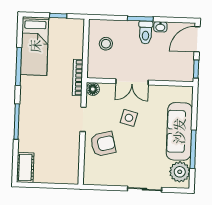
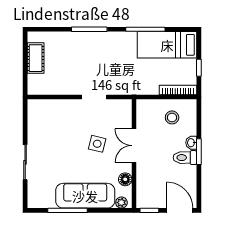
washbasin: (160, 27) -> (191, 143), moved
bookcase: (78, 78) -> (178, 90), moved
floor lamp: (93, 89) -> (125, 179), moved
armchair: (103, 144) -> (70, 118), removed
cot: (25, 168) -> (36, 58), moved, turned 90
plant: (180, 172) -> (121, 203), moved, width x0.53, depth x0.53

